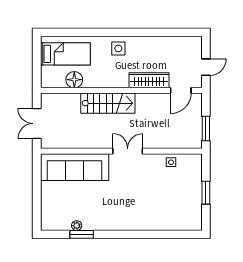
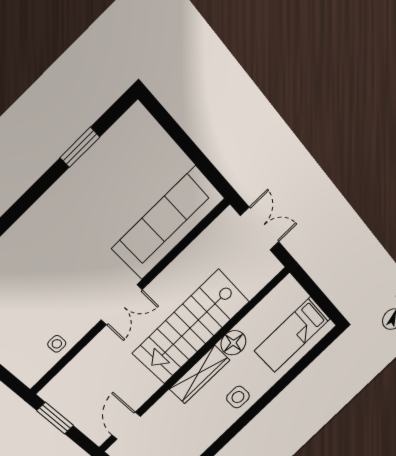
floor lamp: (74, 80) -> (233, 343), moved
wardrobe: (149, 80) -> (200, 374), moved
stairs: (108, 103) -> (191, 327), width x1.36, depth x1.51
plant: (77, 226) -> (97, 153), removed

